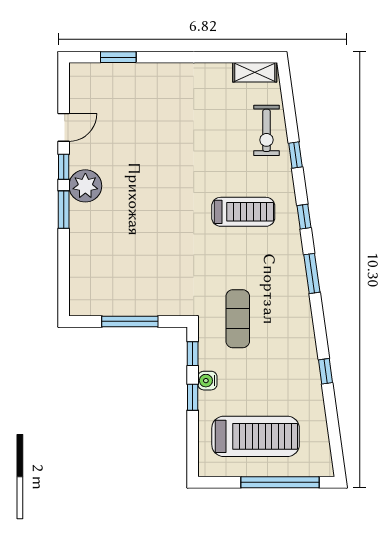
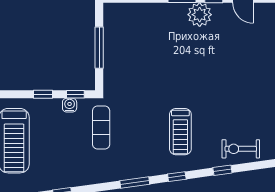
exercise mat: (238, 319) -> (101, 128), turned 90
water cooler: (207, 381) -> (70, 105), moved

